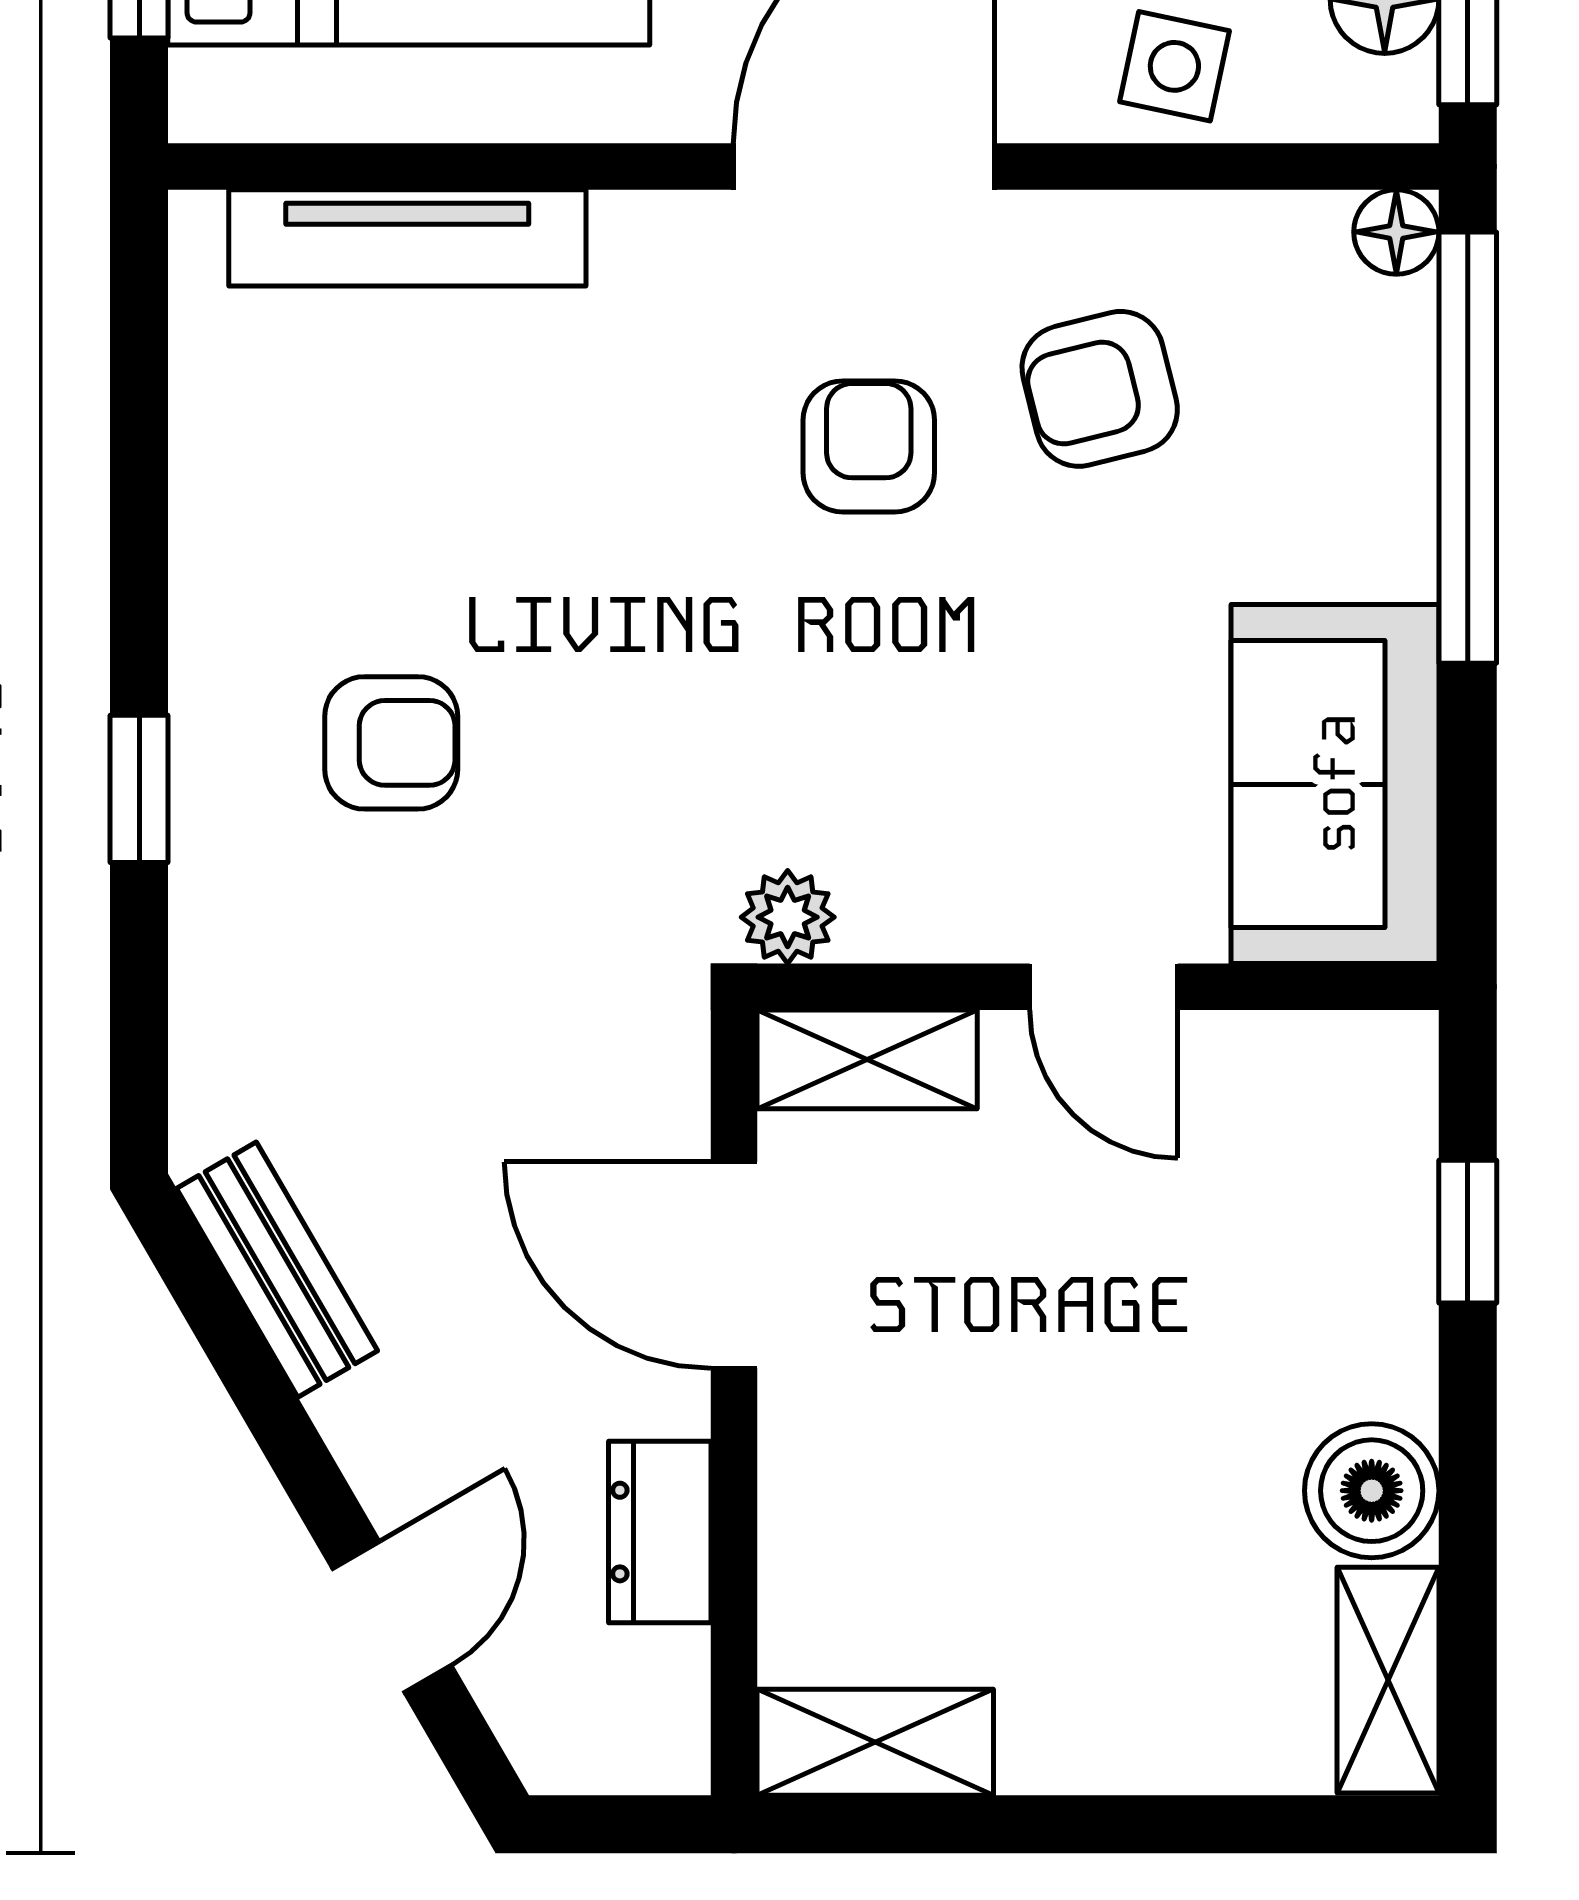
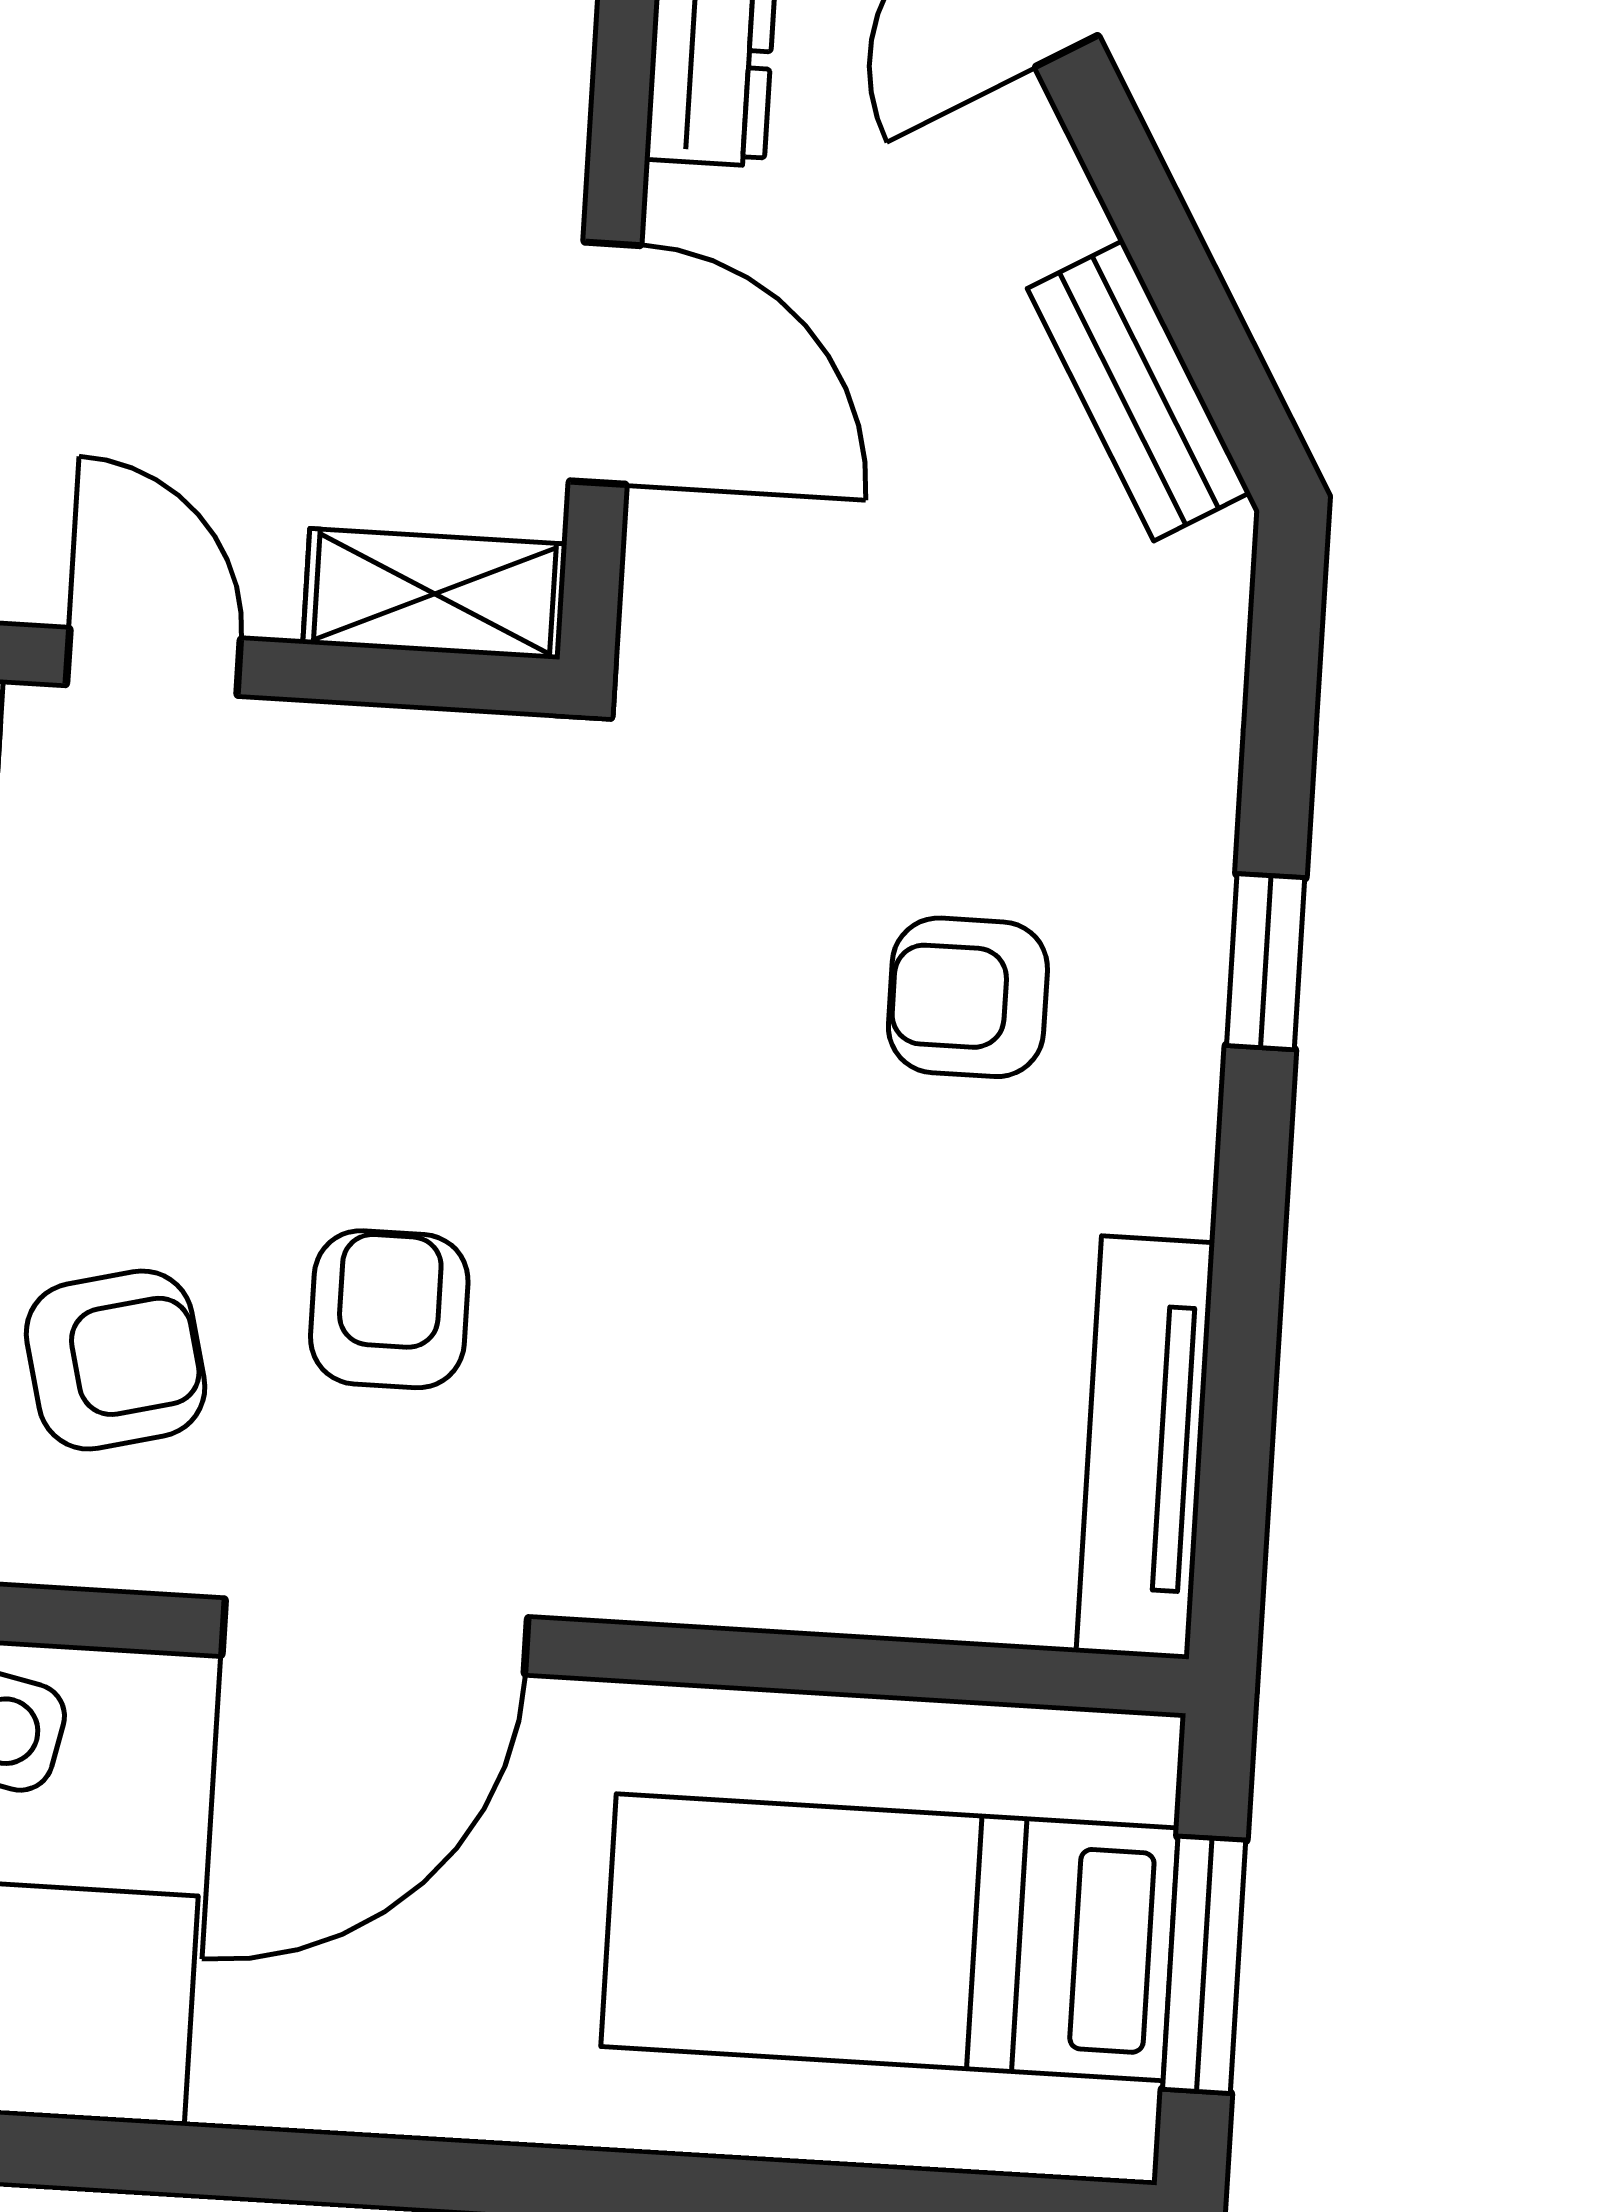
tv unit: (407, 238) -> (1145, 1447), moved, turned -90
armchair: (869, 446) -> (389, 1309), turned 180
plant: (788, 917) -> (518, 766), removed

